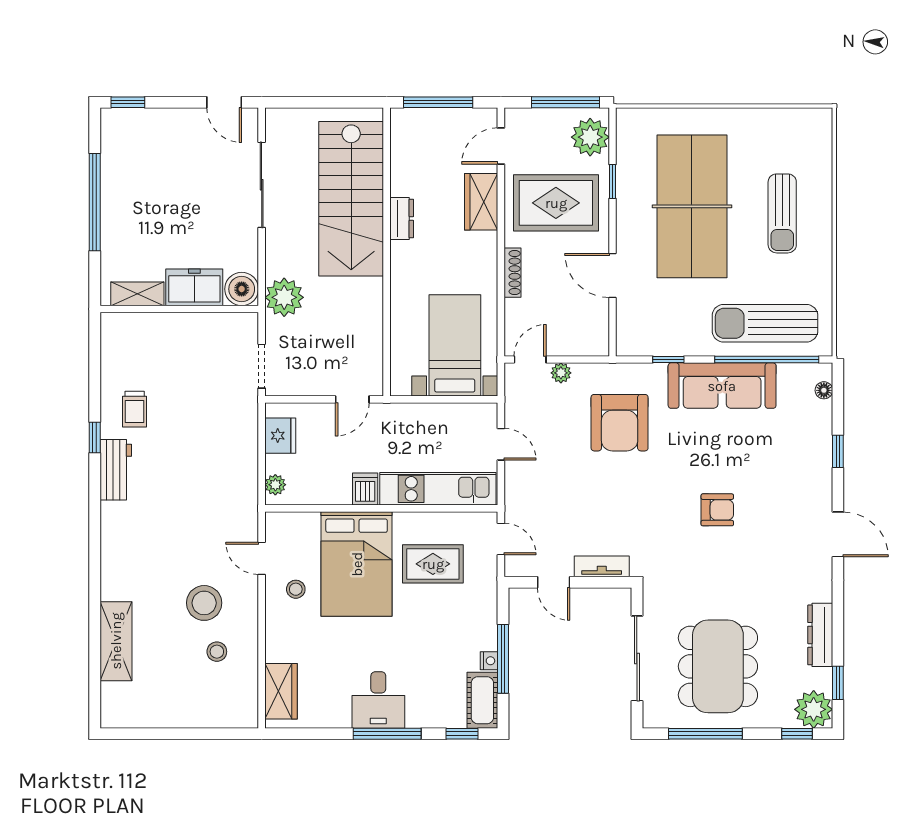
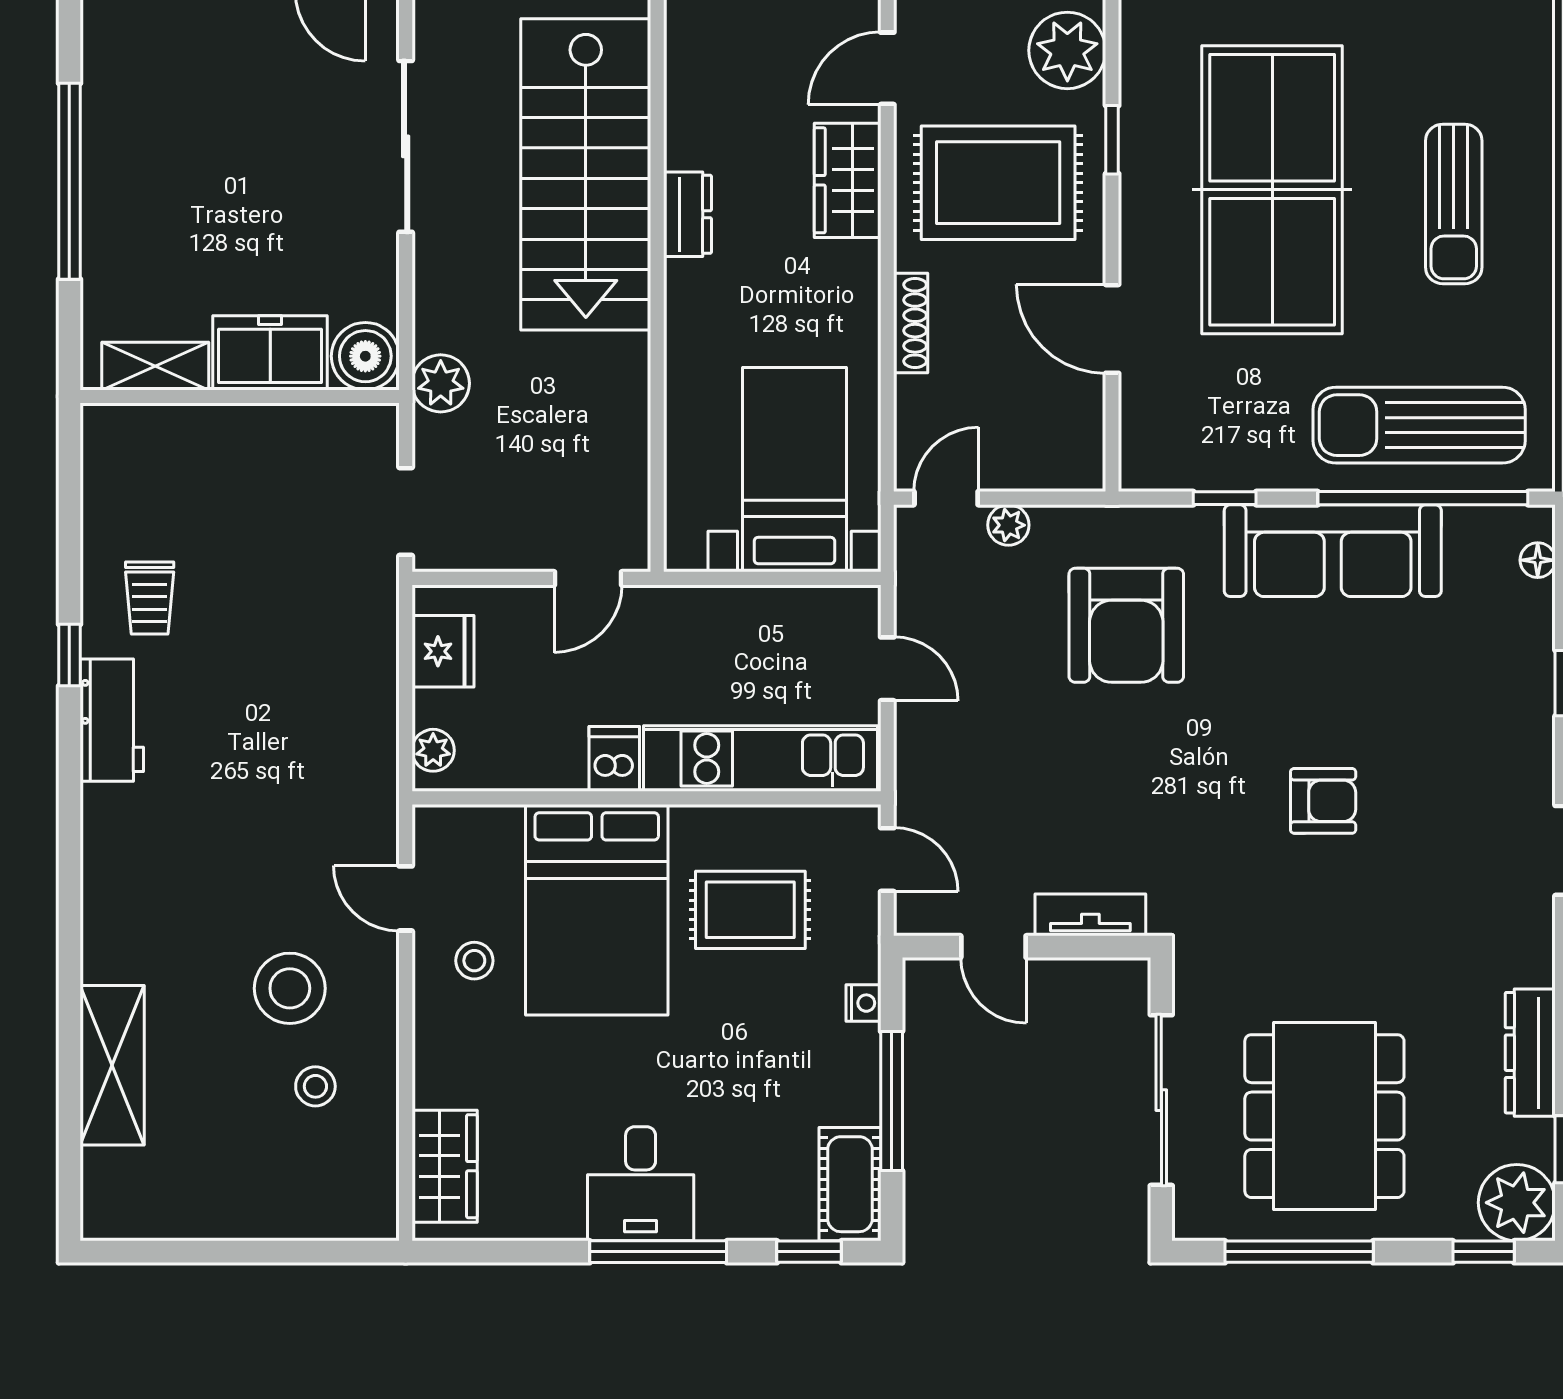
plant: (284, 297) -> (441, 383), width x0.73, depth x0.73
nightstand: (489, 661) -> (864, 1003), moved

